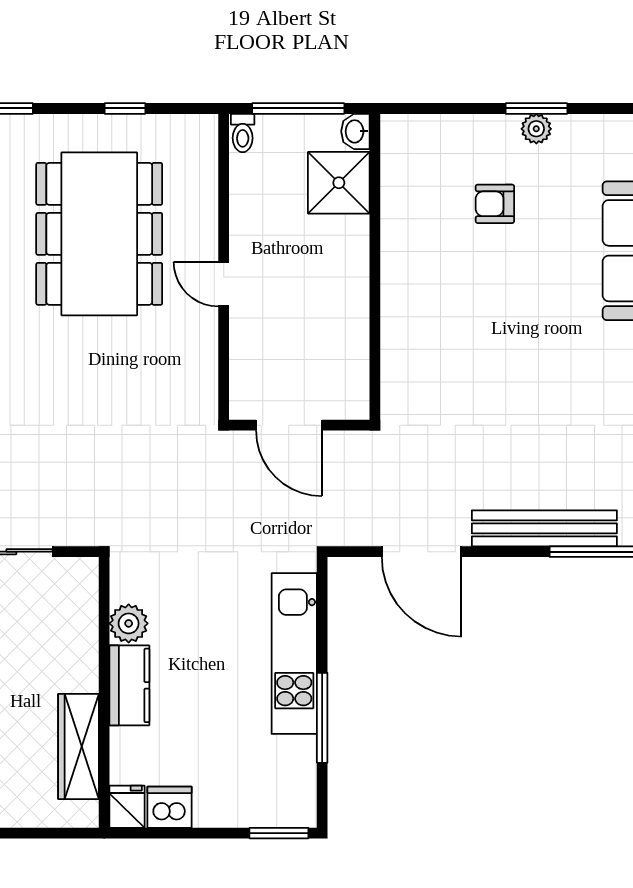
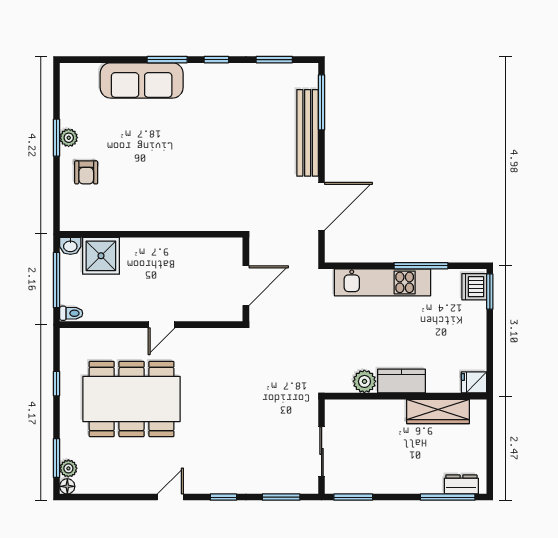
armchair: (495, 204) -> (86, 172), moved
dishwasher: (170, 807) -> (474, 287), moved

